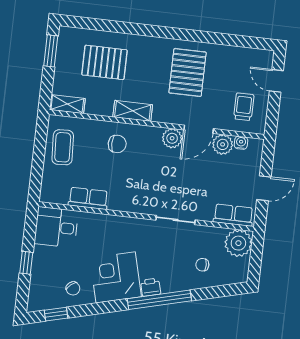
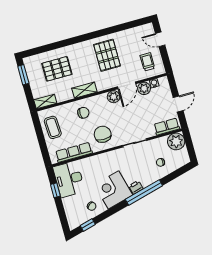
chair: (133, 188) -> (103, 134), added
row of seats: (88, 198) -> (74, 152), width x1.48
desk: (56, 227) -> (69, 179), width x1.37
window: (26, 263) -> (55, 190), moved

